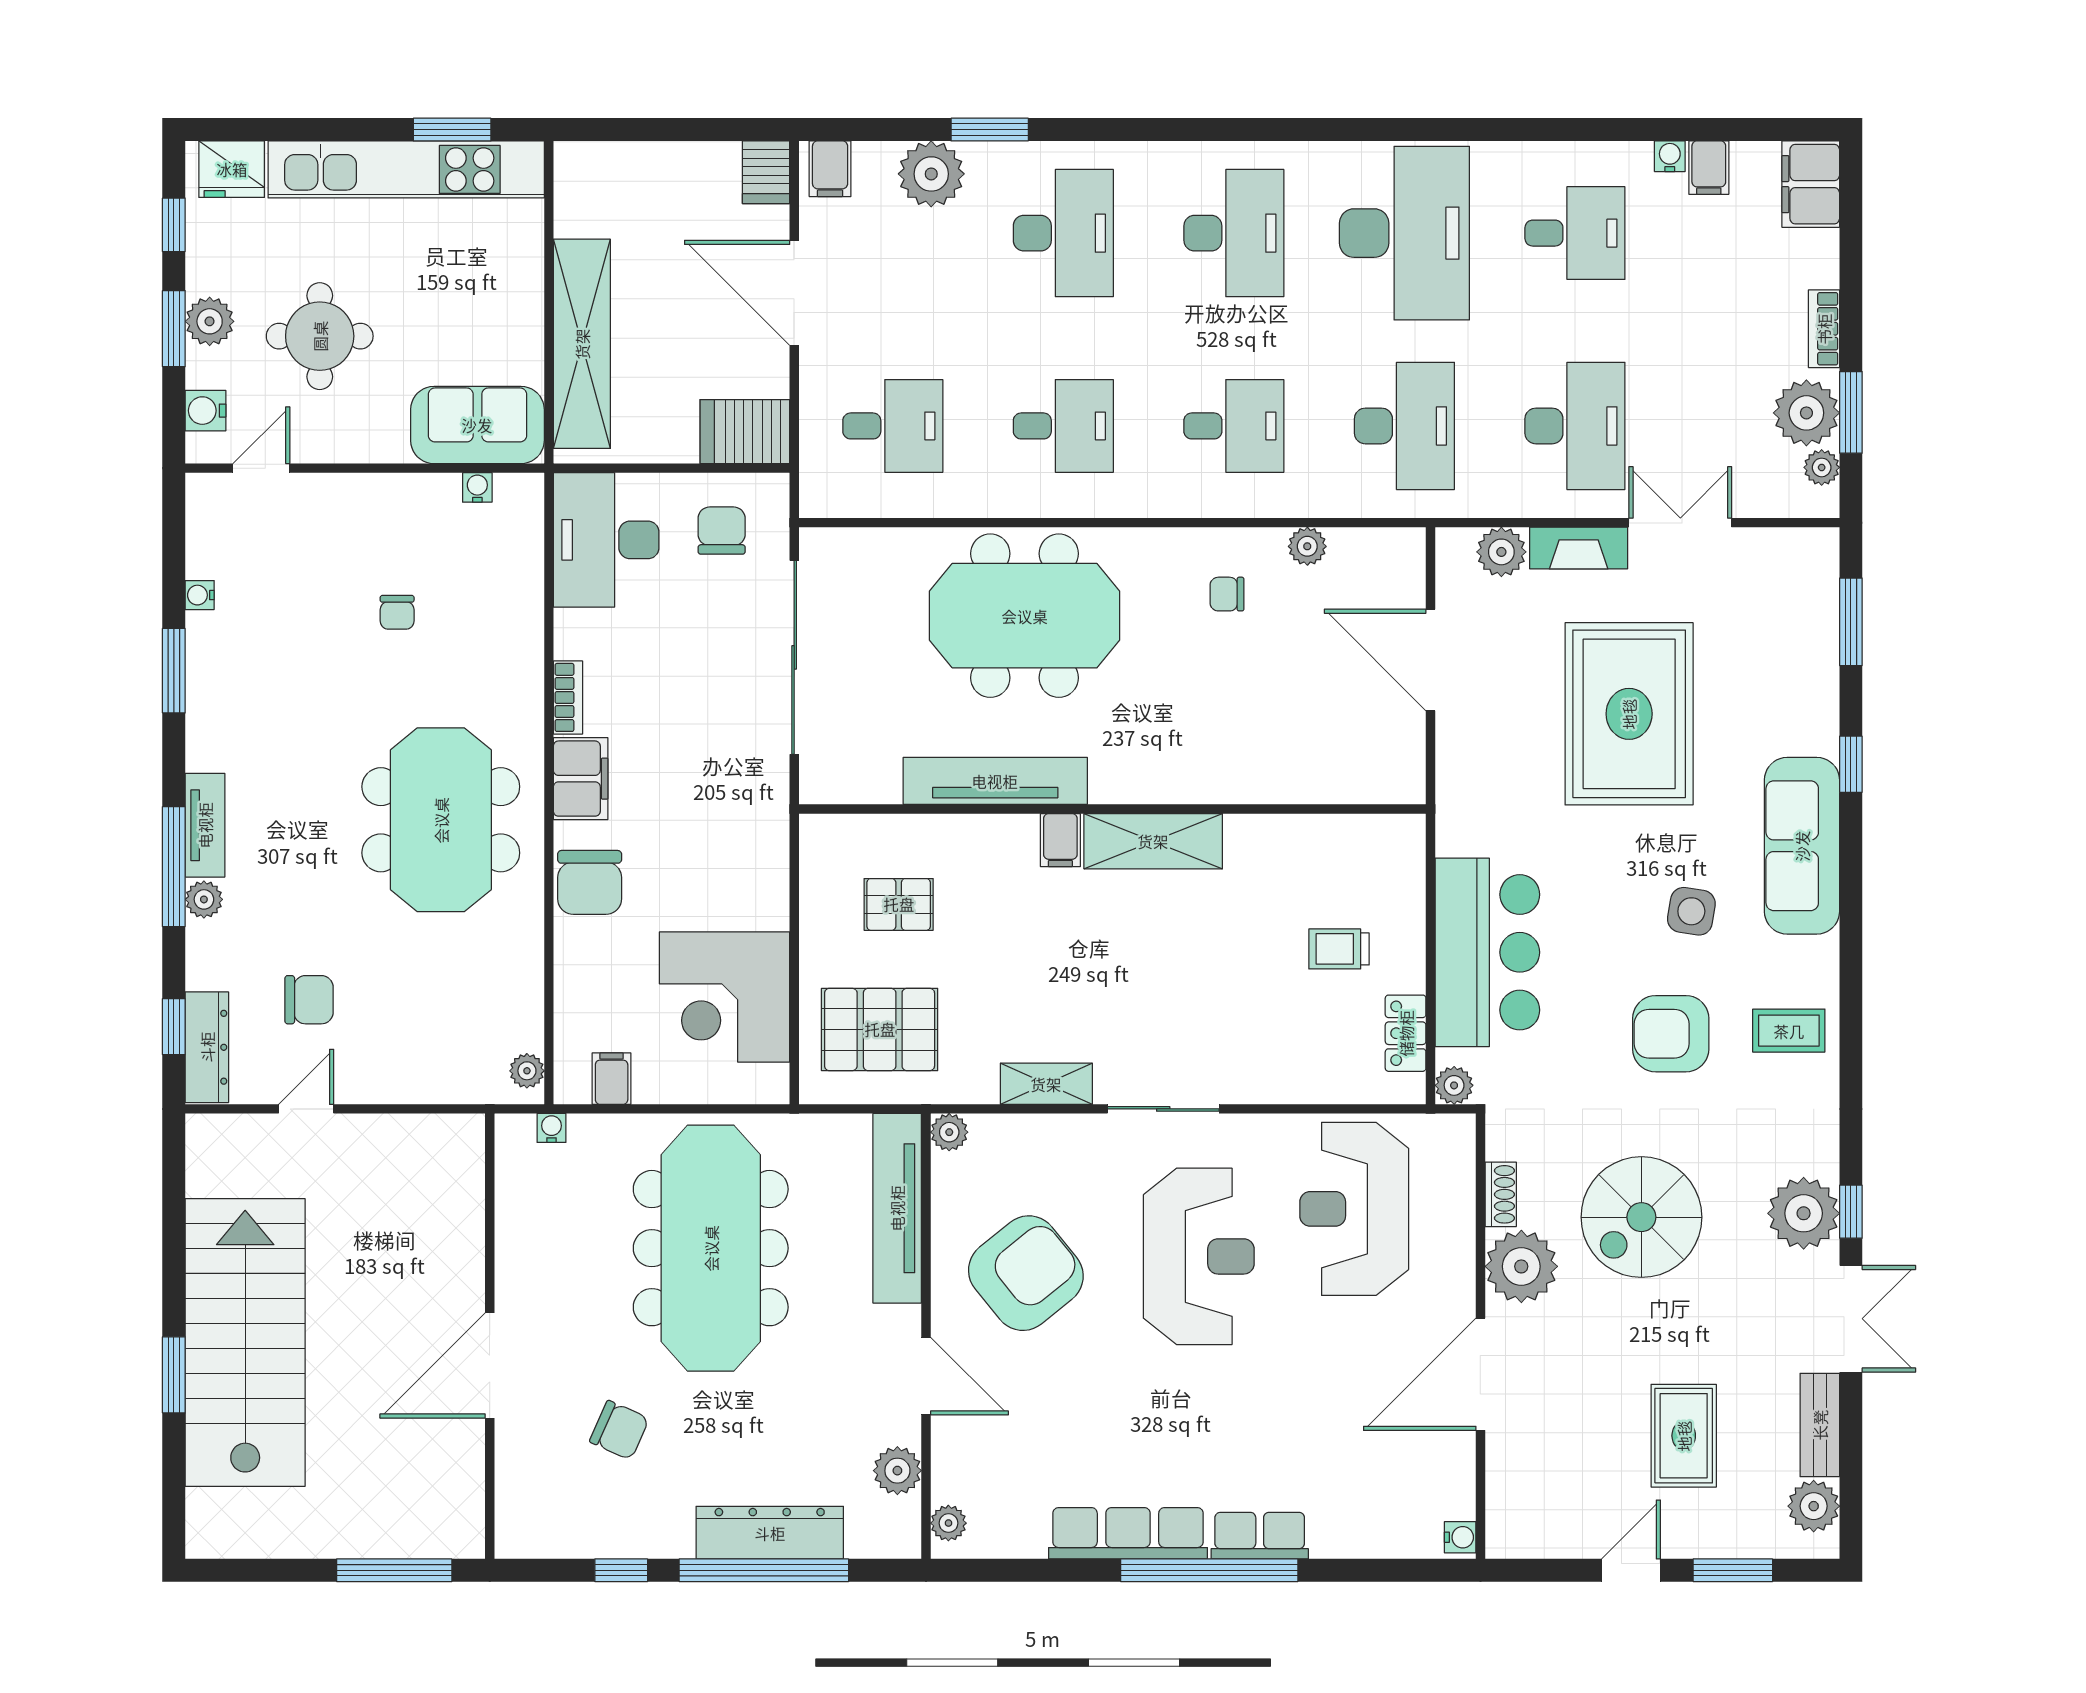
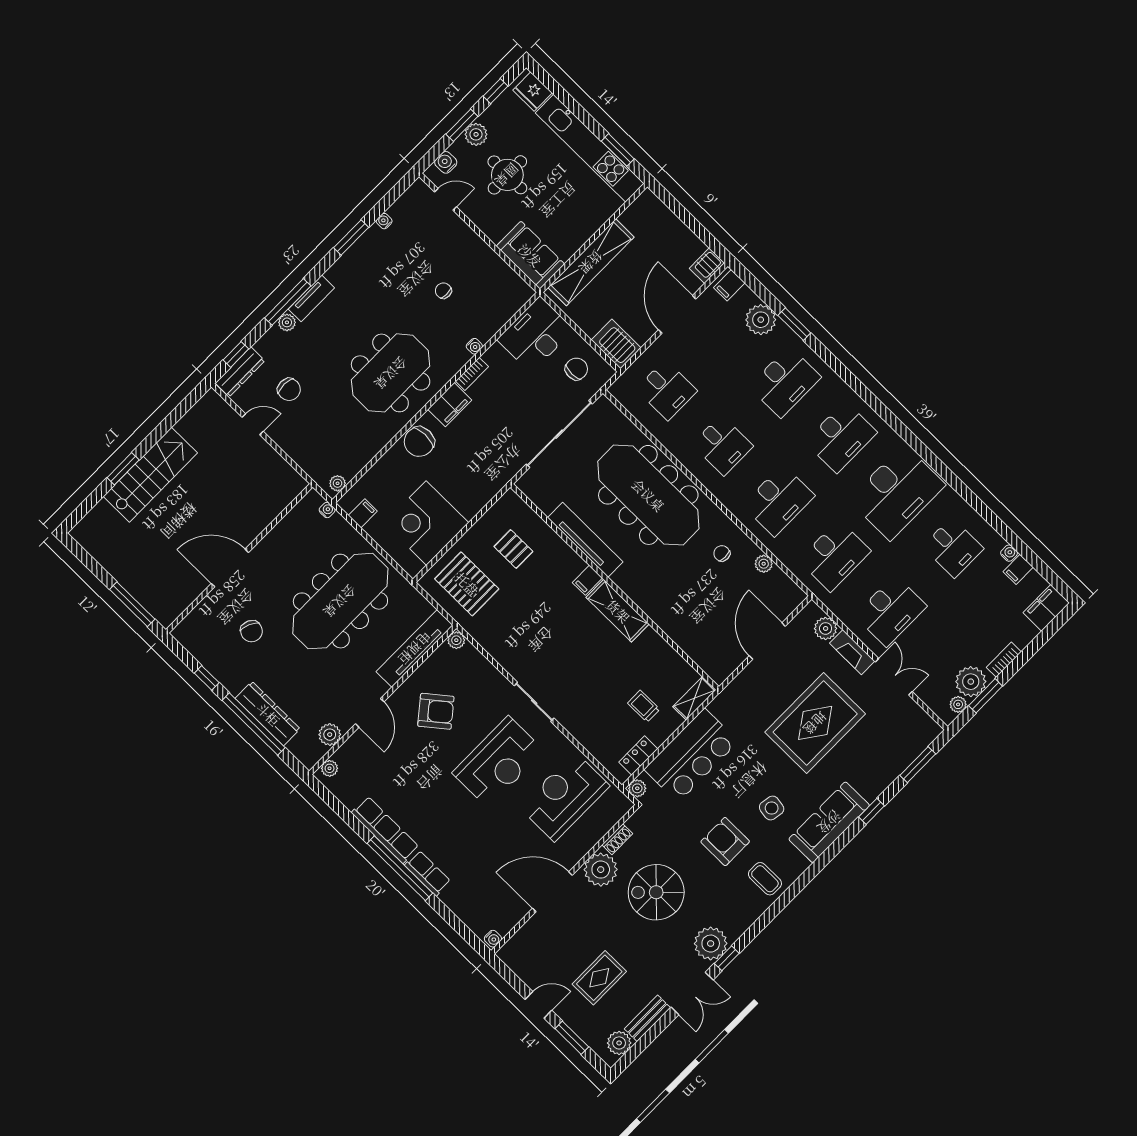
desk: (1234, 426) -> (779, 500), width x1.37
water cooler: (477, 487) -> (474, 346), moved, turned 90
chair: (397, 612) -> (443, 291), turned 90
meeting table: (1025, 616) -> (648, 495), width x1.36
shelving: (1046, 1084) -> (694, 698), moved, turned 90
armchair: (1026, 1273) -> (436, 711), width x0.73, depth x0.73
stairs: (245, 1343) -> (150, 475), width x0.73, depth x0.66

